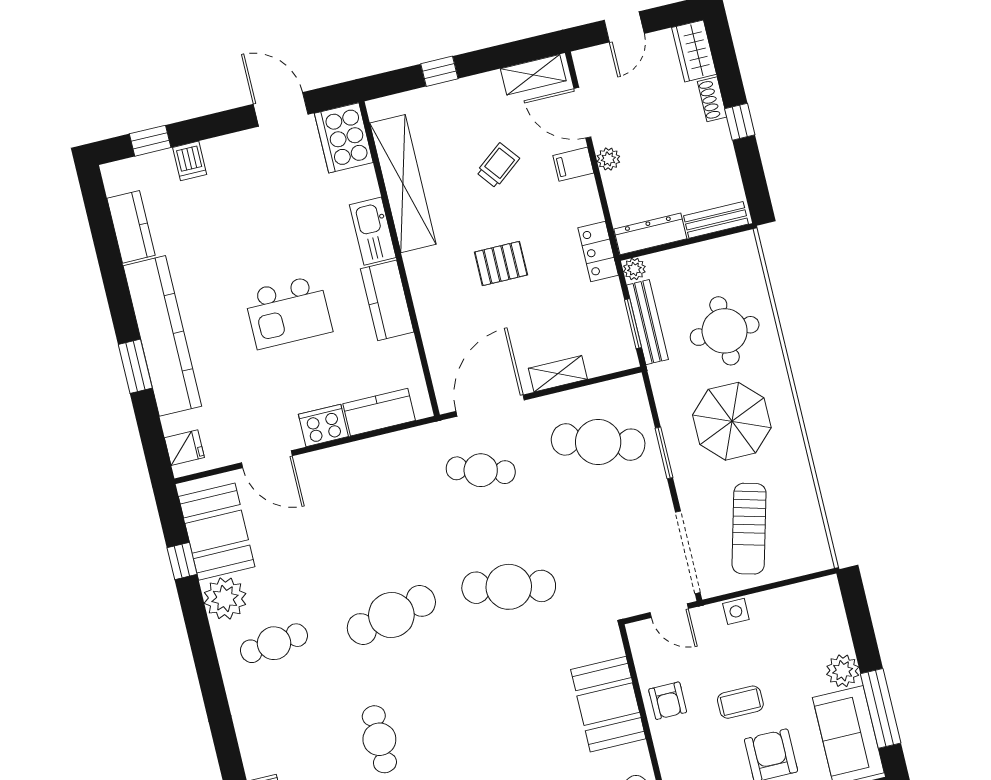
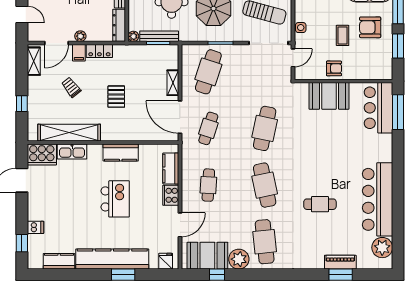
kitchen sink: (373, 231) -> (72, 152), moved
locker: (598, 252) -> (99, 51), moved
cafe table: (363, 498) -> (208, 185), added
cafe table: (274, 643) -> (265, 242), width x1.37, depth x1.35

